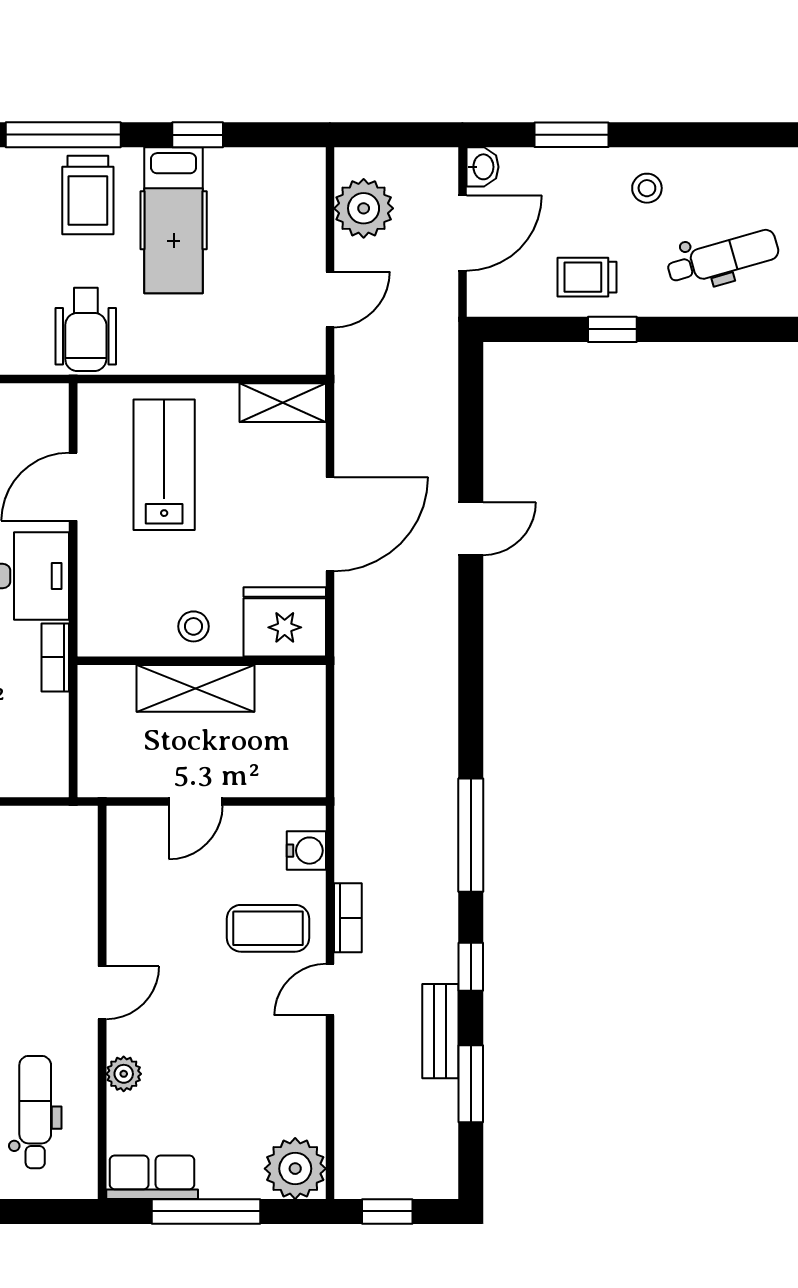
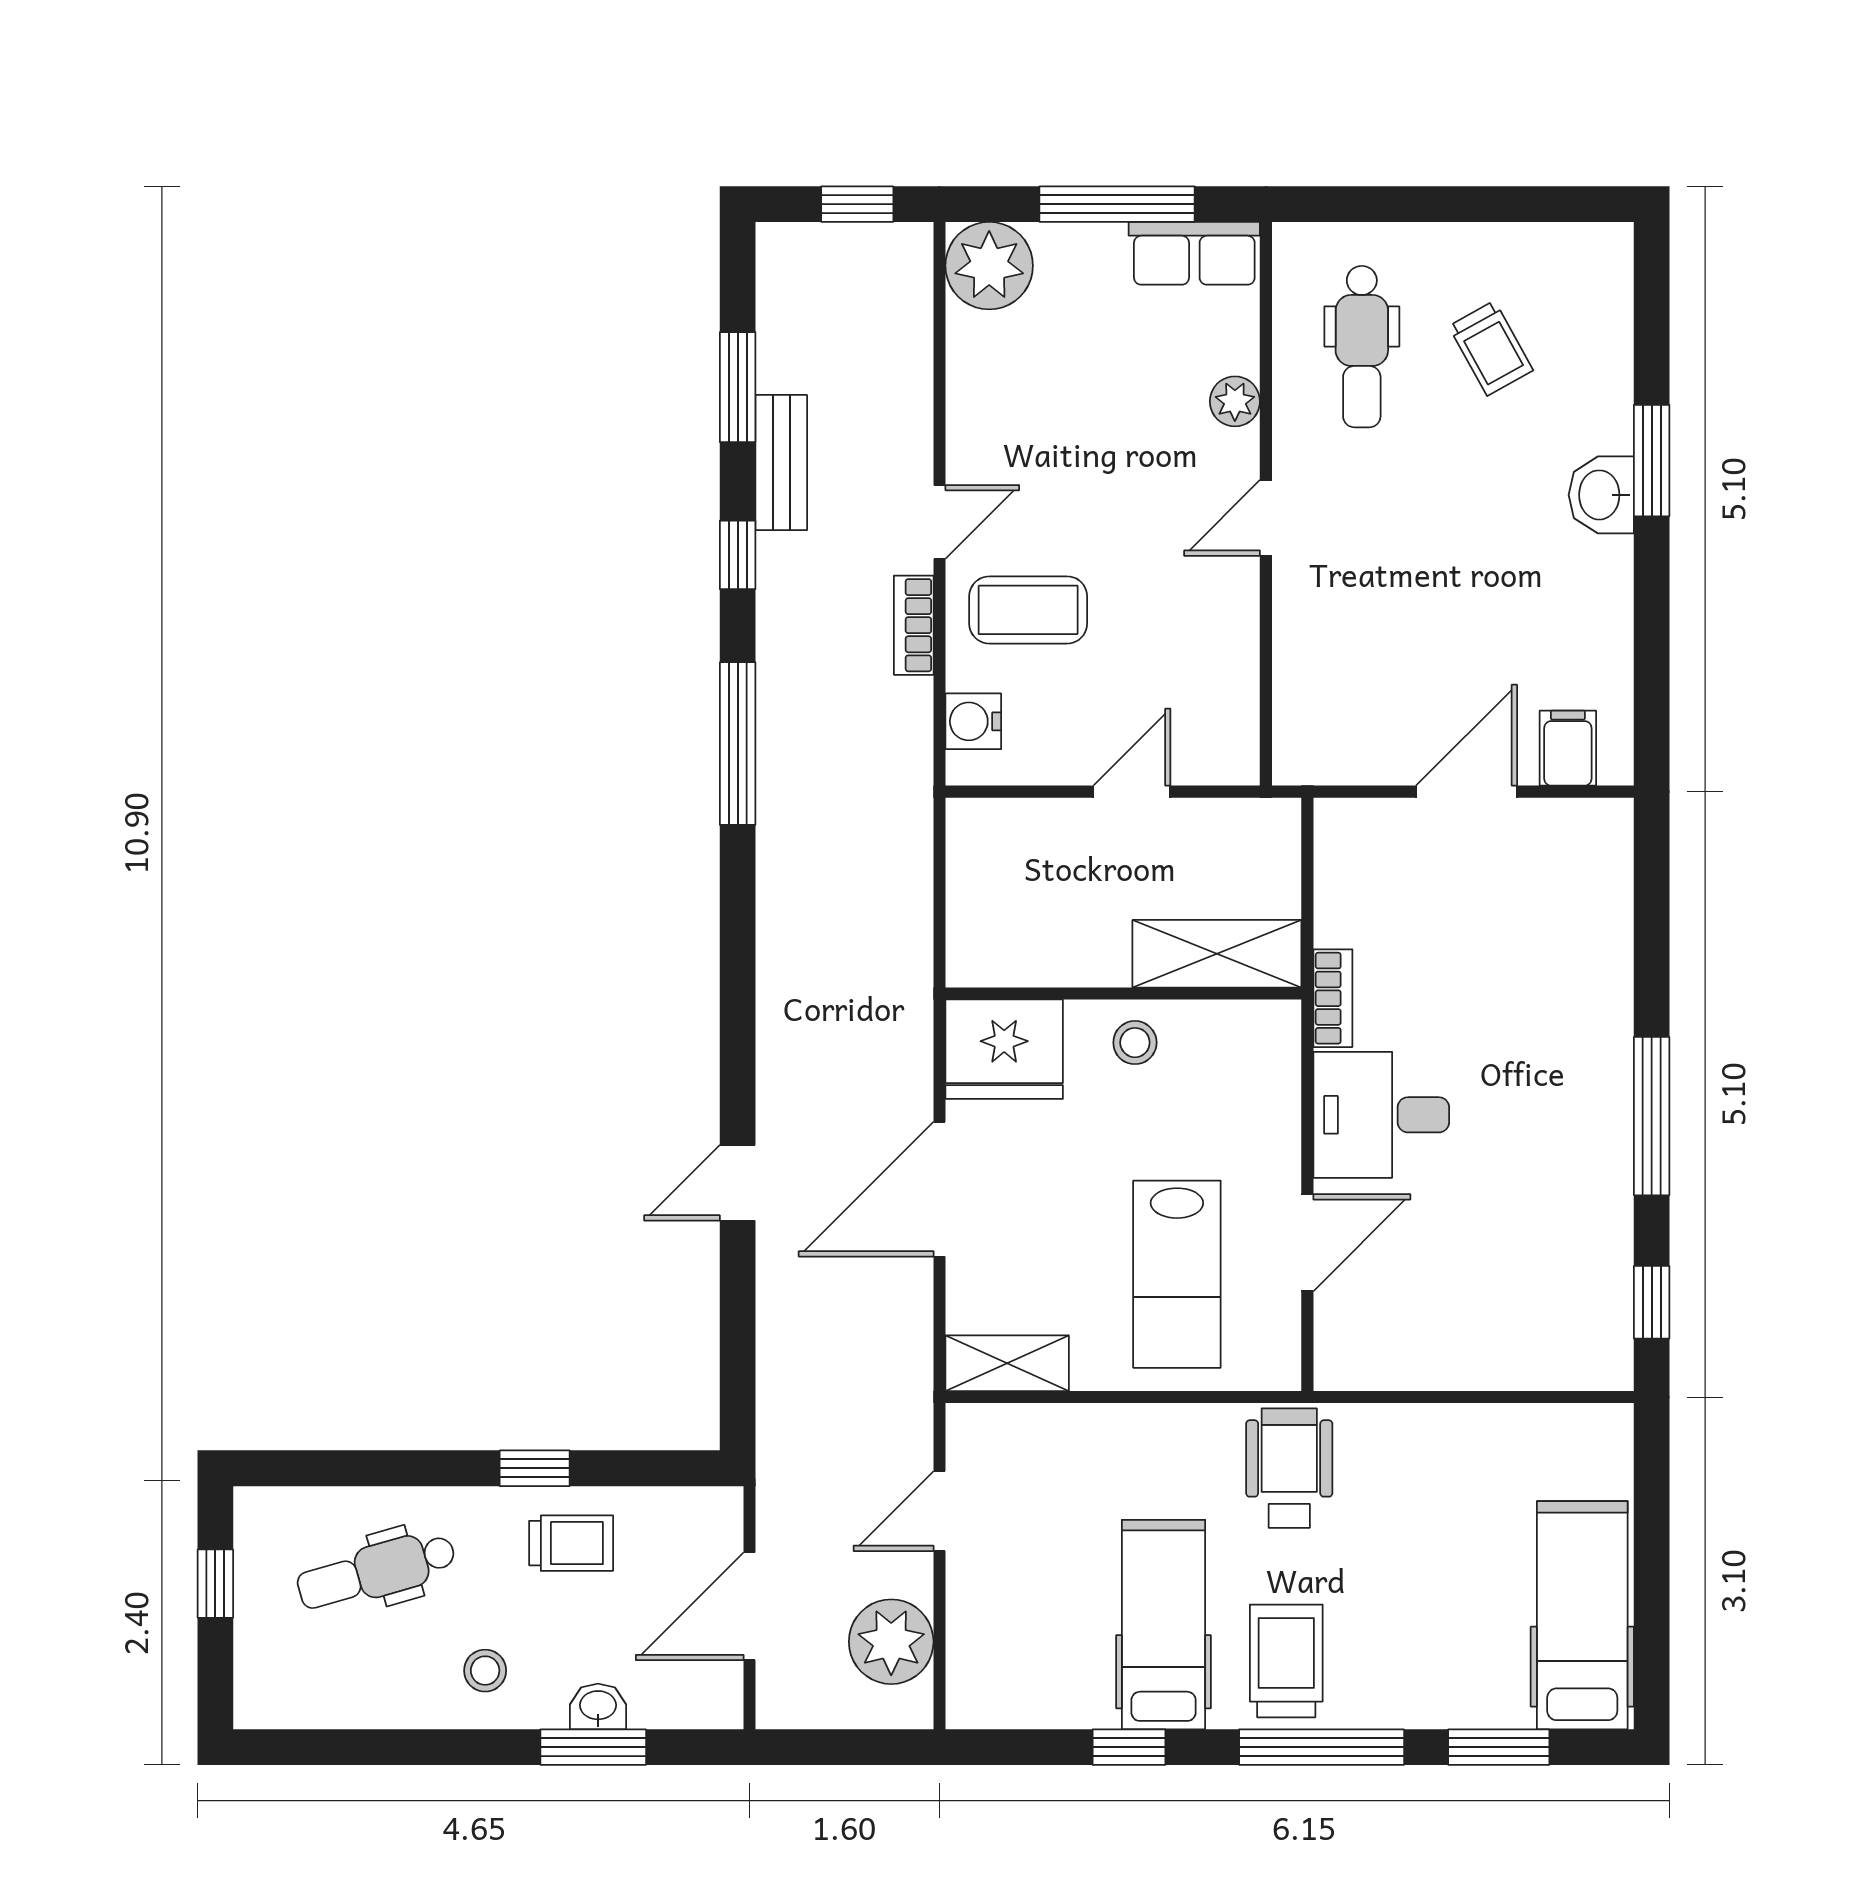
washbasin: (482, 167) -> (598, 1707), moved, turned 90
shelving: (196, 688) -> (1217, 954), moved

